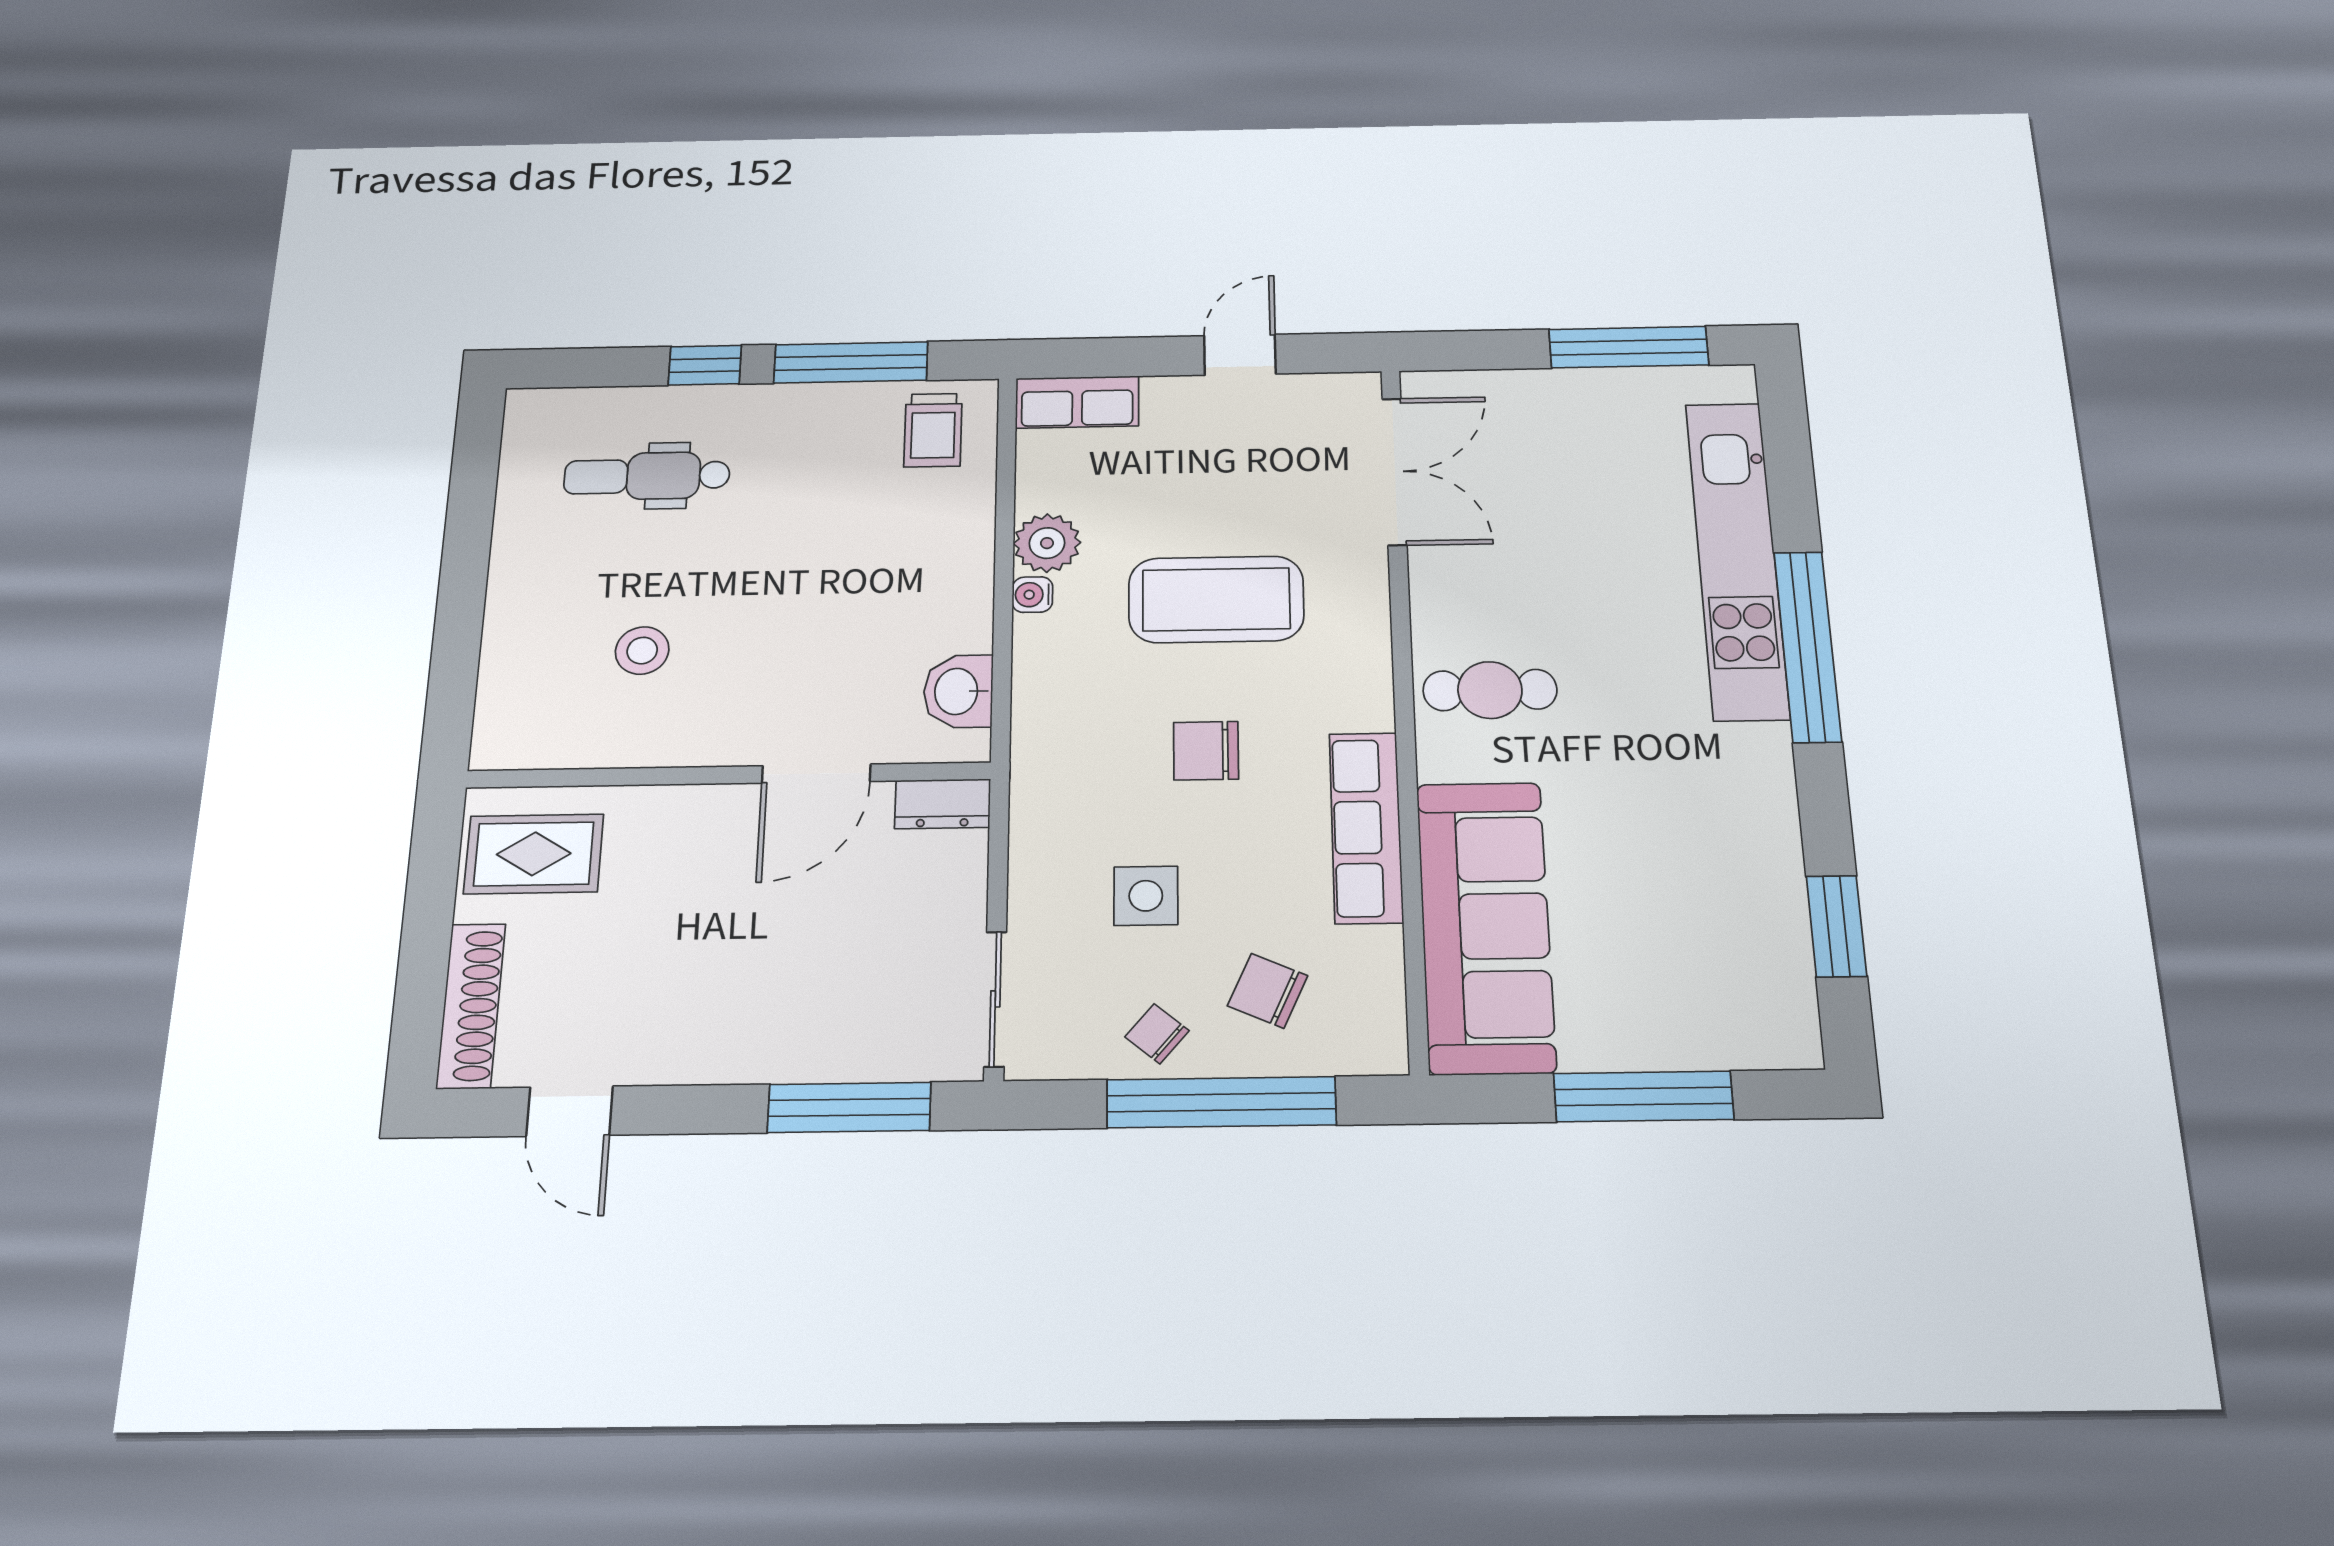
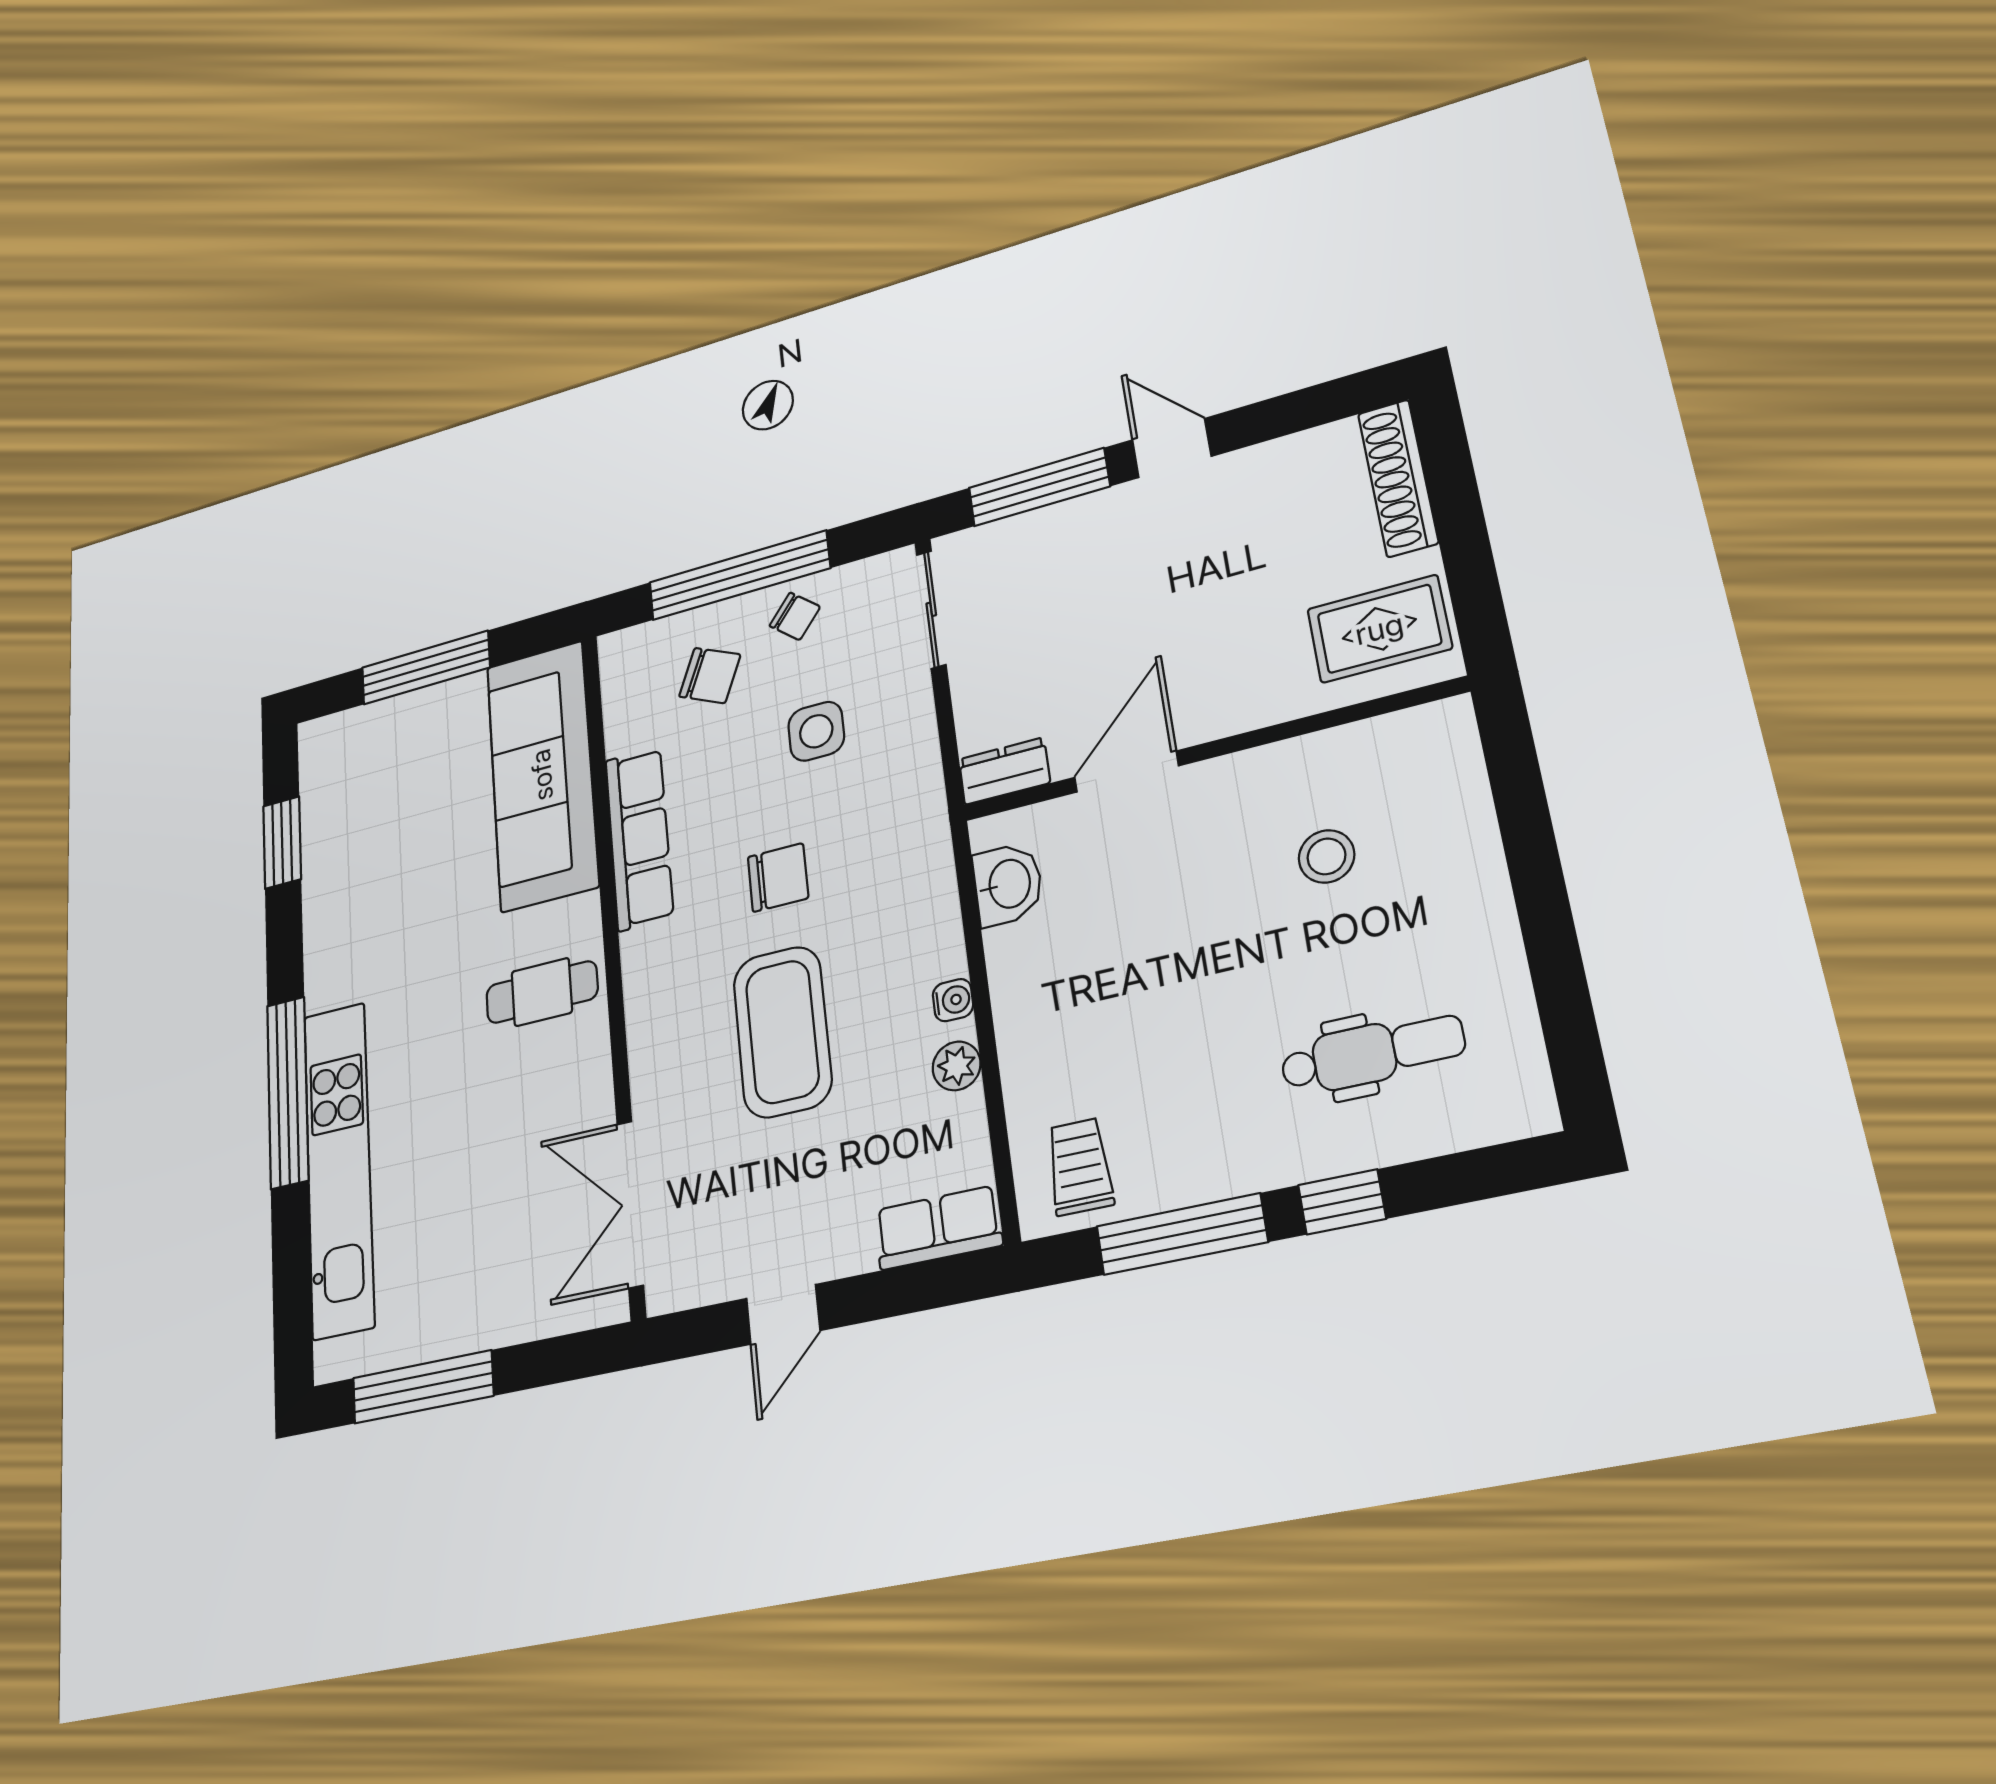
plant: (1047, 543) -> (957, 1066), width x0.73, depth x0.73
coffee table: (1216, 599) -> (782, 1032), turned 90
door: (570, 1111) -> (1172, 448), moved

